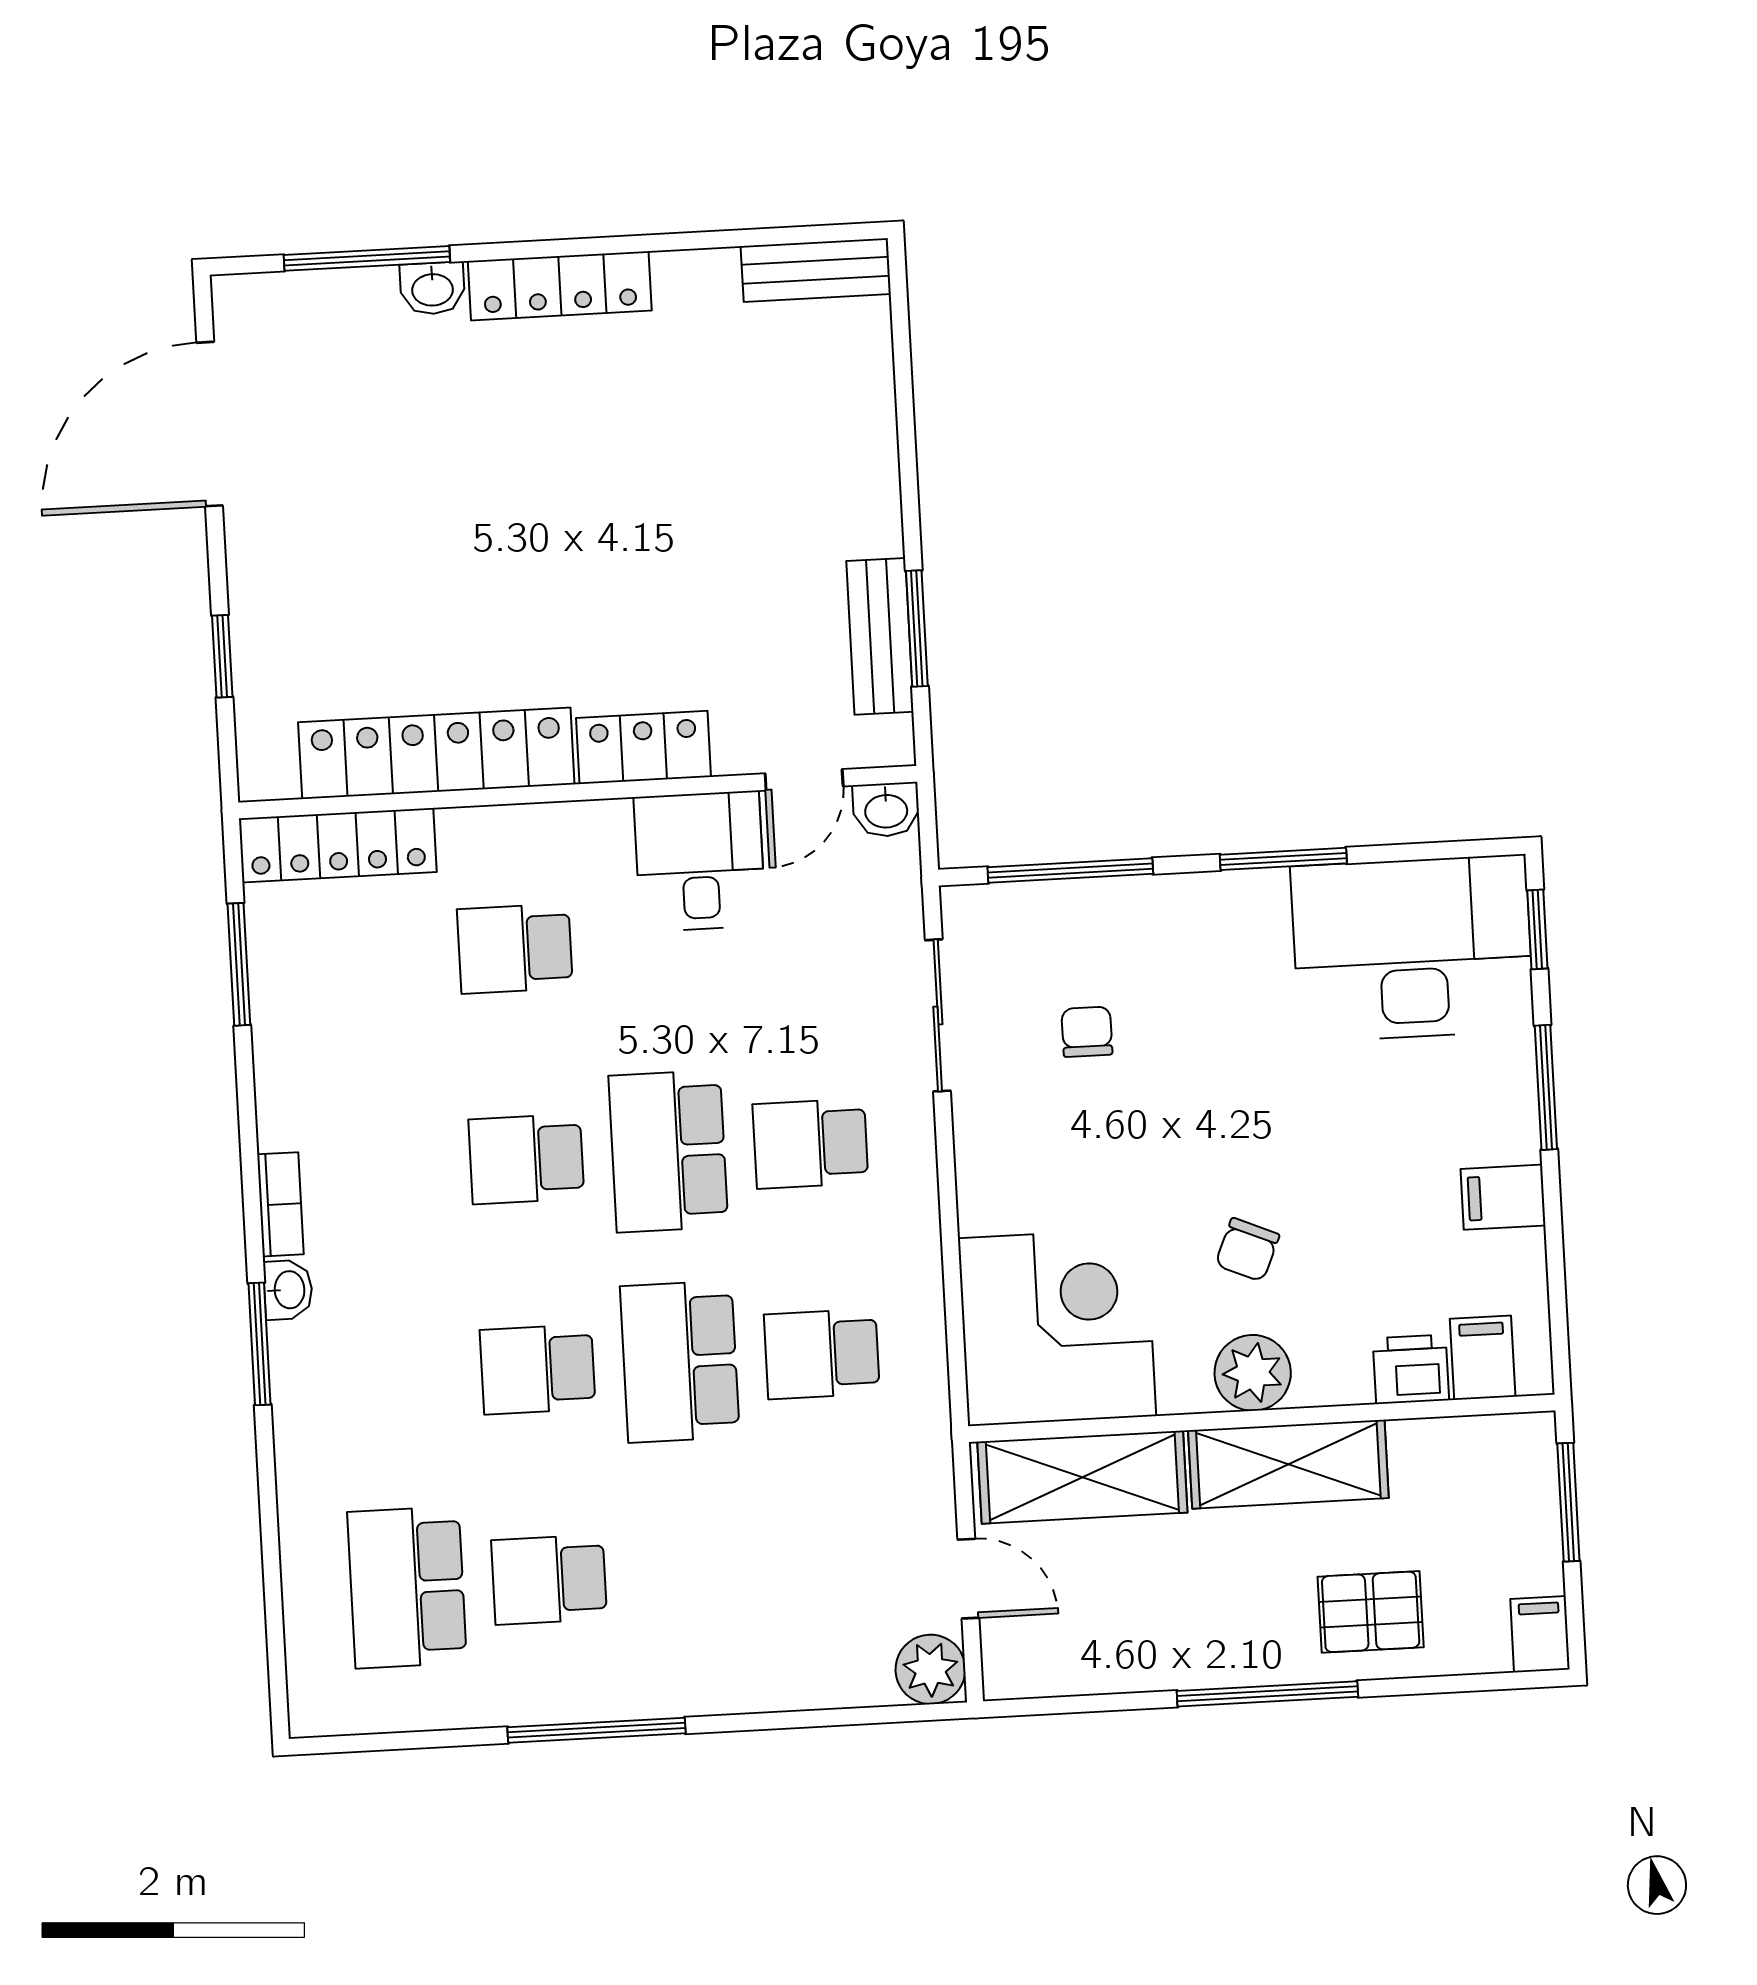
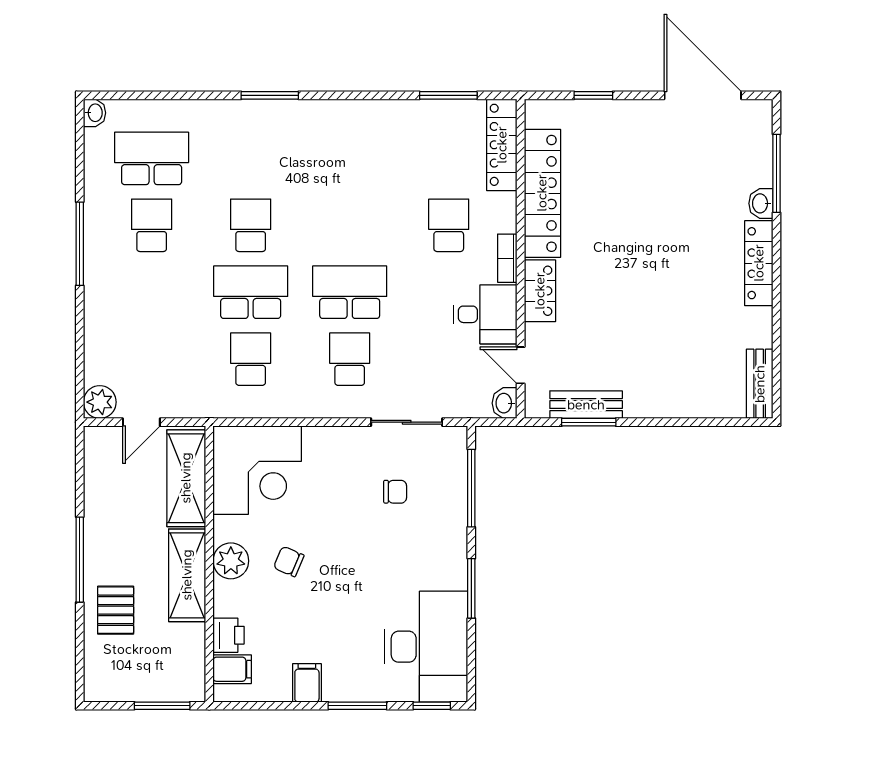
school desk: (526, 1159) -> (350, 225), removed
bookcase: (280, 1204) -> (507, 258), moved, turned 90
washbasin: (288, 1290) -> (95, 113), moved, turned -90
filing cabinet: (1540, 1634) -> (101, 689), removed

